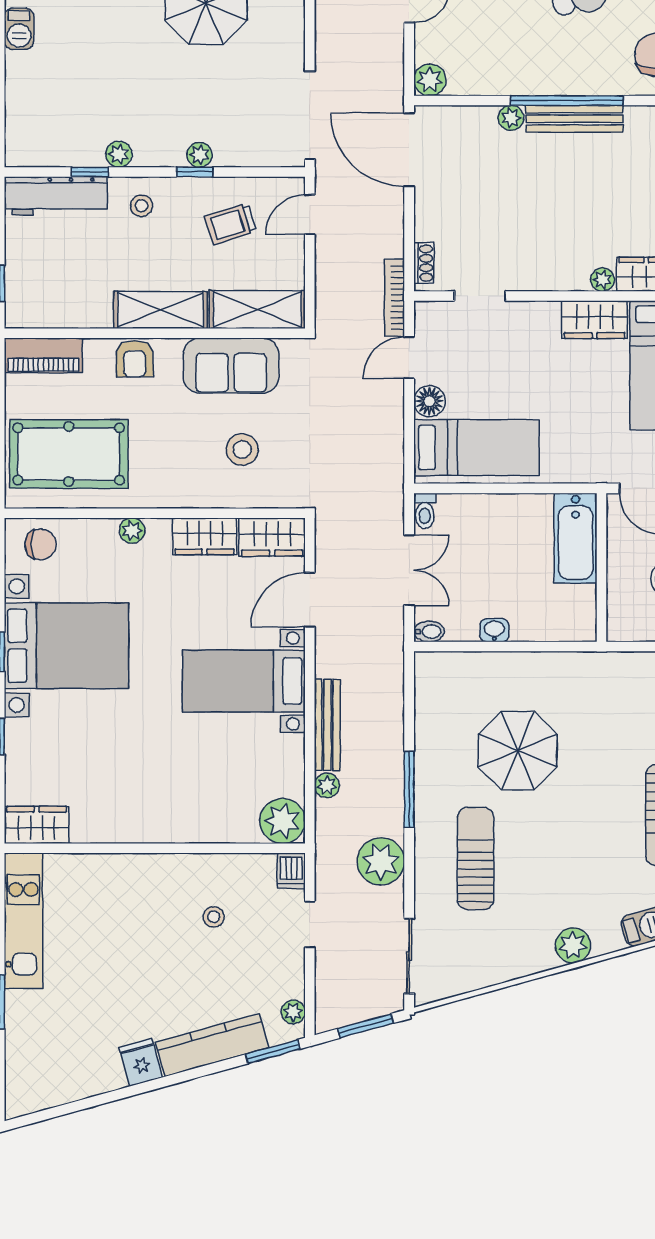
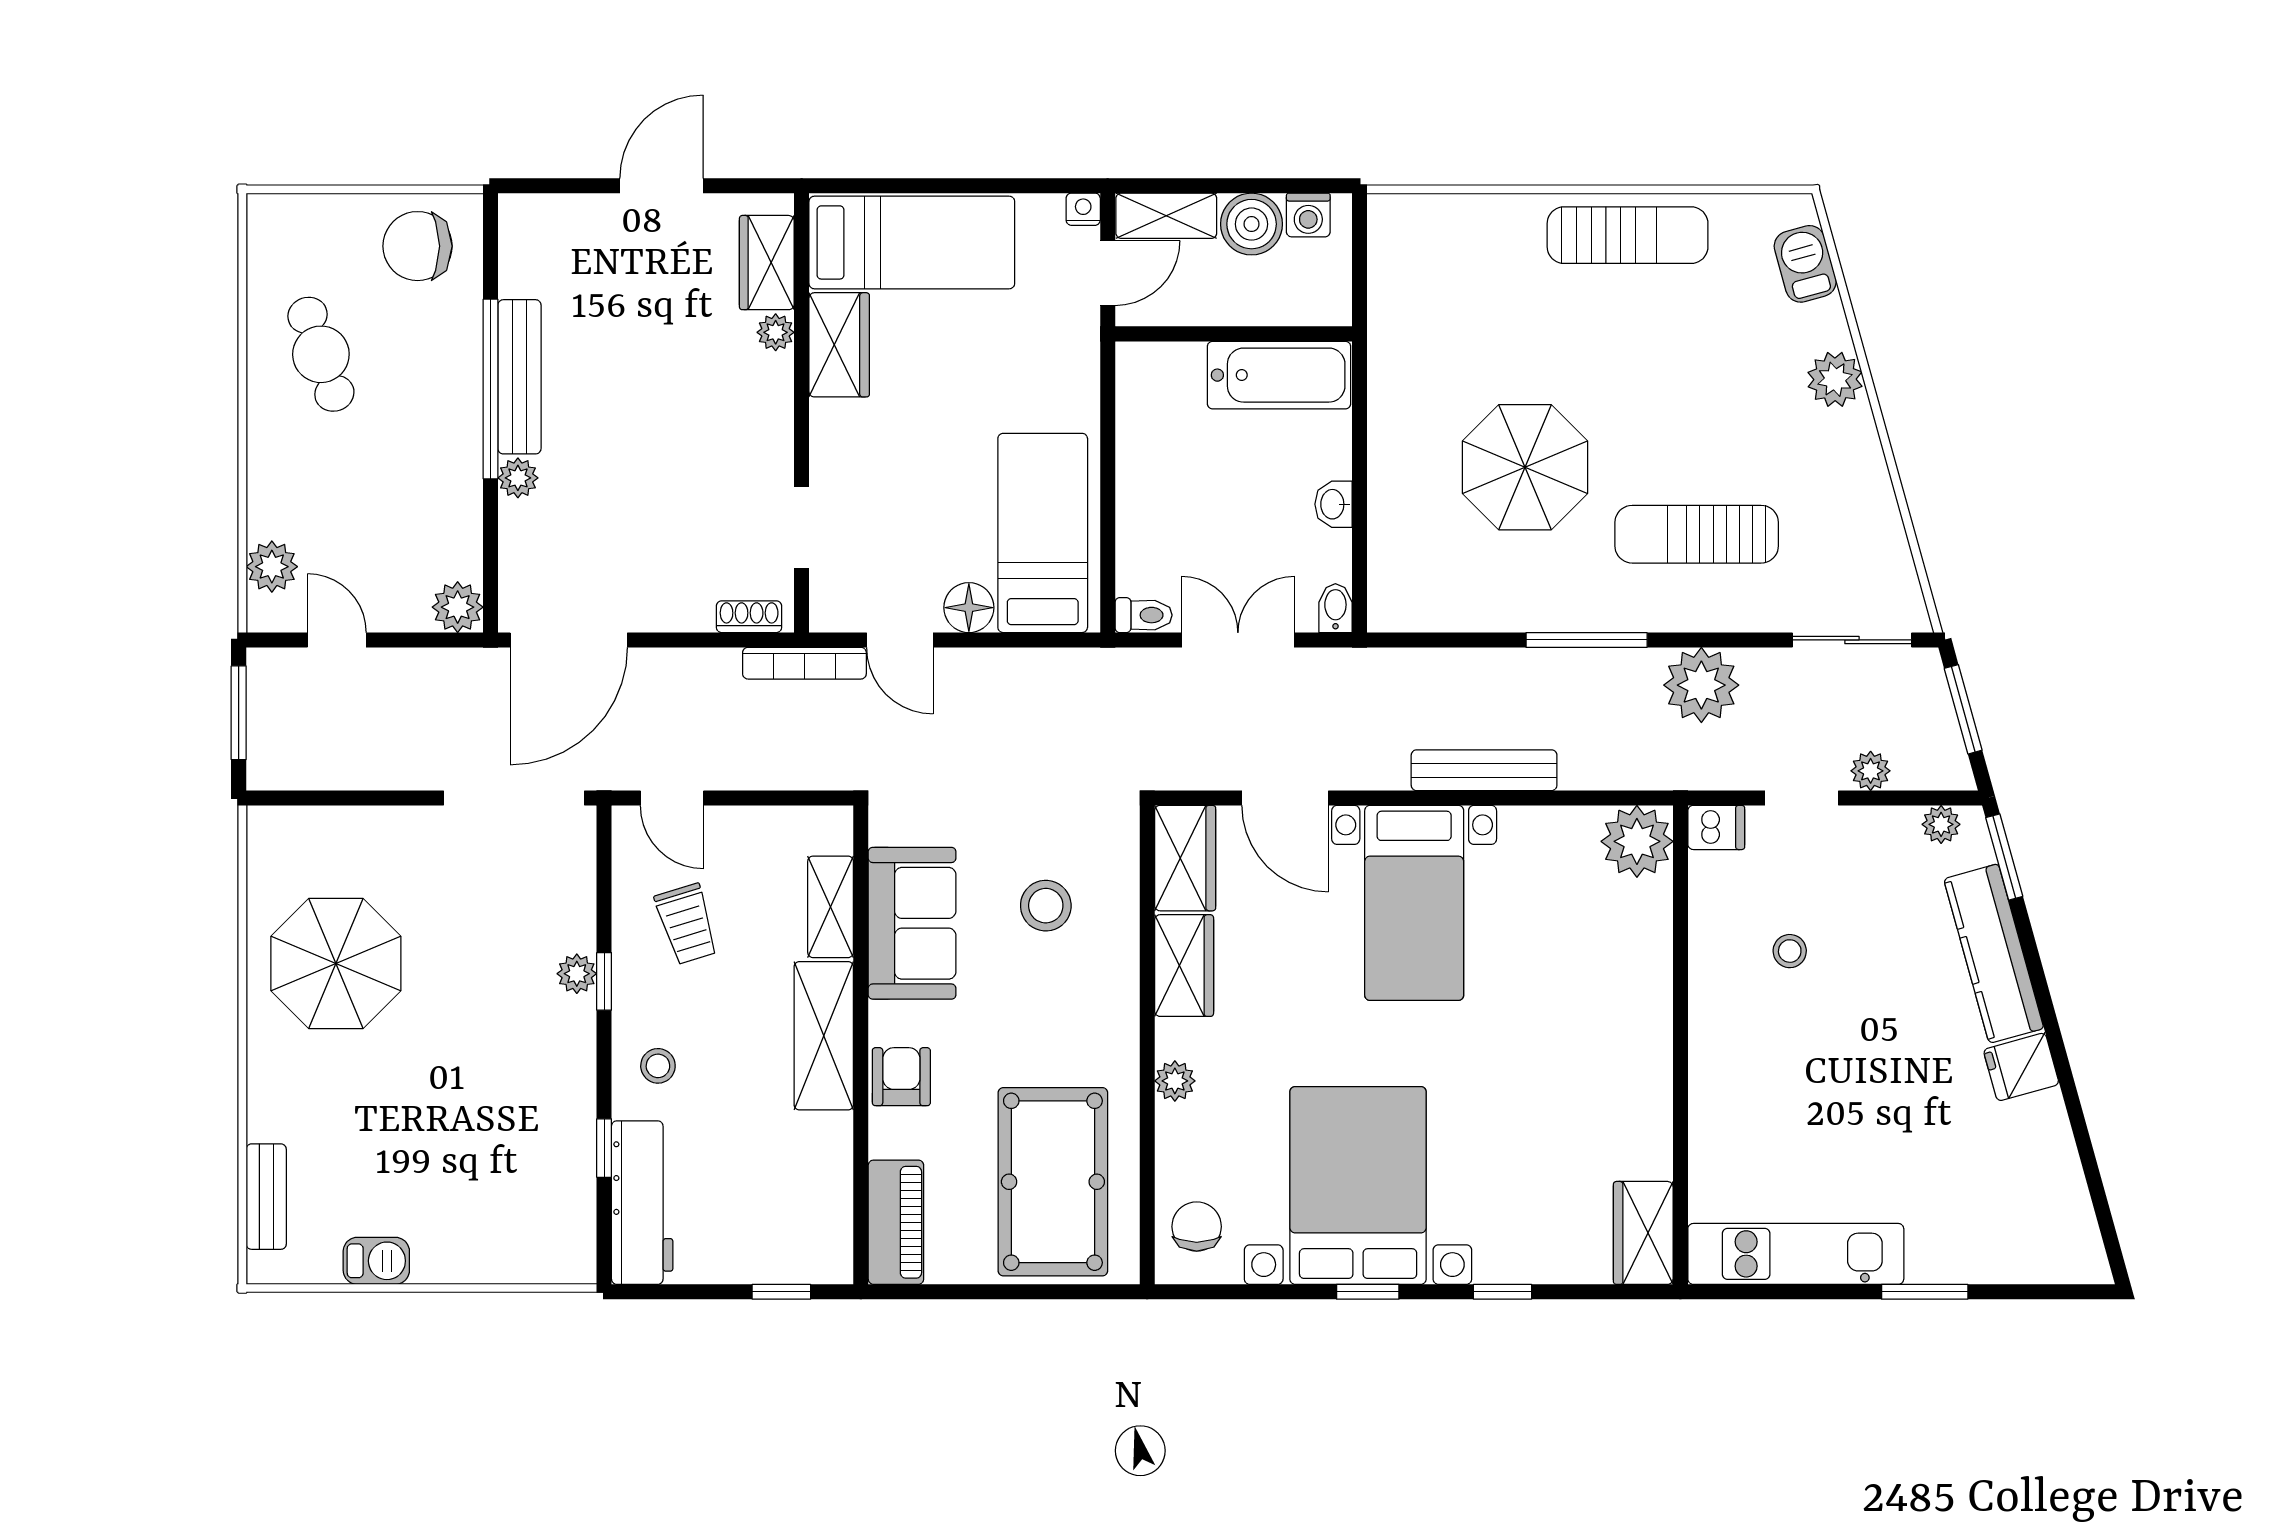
plant: (119, 154) -> (576, 1102), removed
shelving: (257, 309) -> (831, 907), width x0.67, depth x0.75
armchair: (135, 359) -> (901, 1077), turned -90
bathtub: (576, 538) -> (1279, 375), moved
plant: (327, 785) -> (1871, 771), moved

